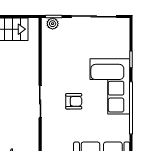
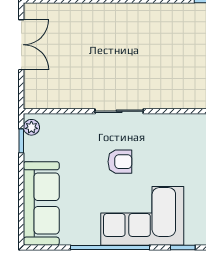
armchair: (74, 101) -> (120, 162), turned -90

